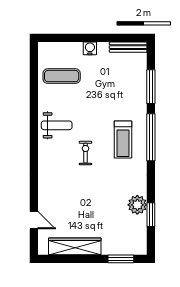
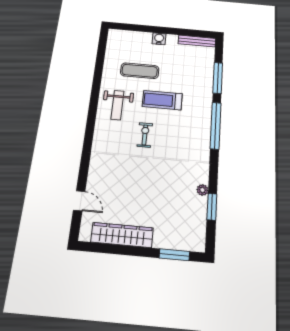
exercise mat: (62, 76) -> (140, 71), moved
weight bench: (57, 125) -> (117, 105), turned 90
treadmill: (123, 140) -> (162, 100), moved, turned 90
plant: (137, 205) -> (202, 190), width x0.53, depth x0.53

